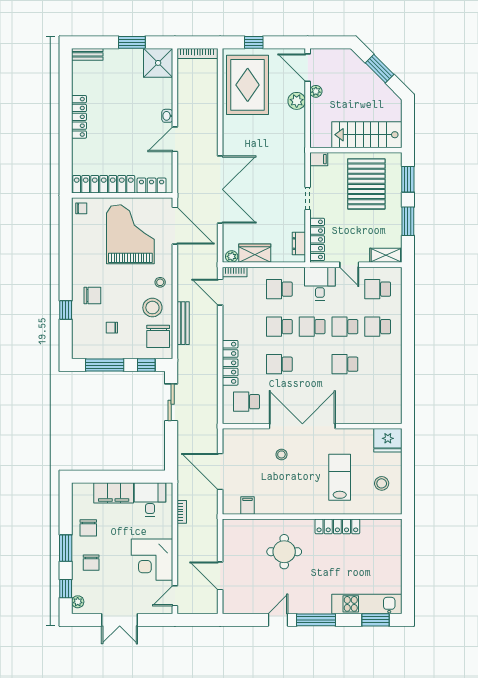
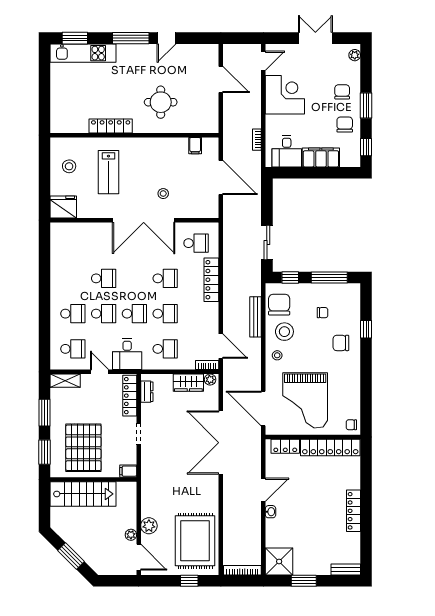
window: (66, 589) -> (366, 147), moved

